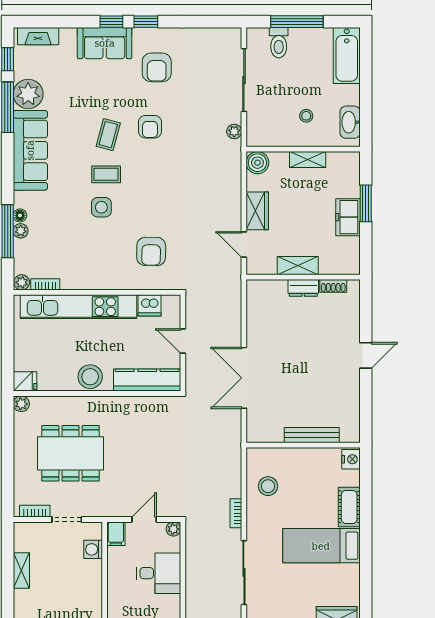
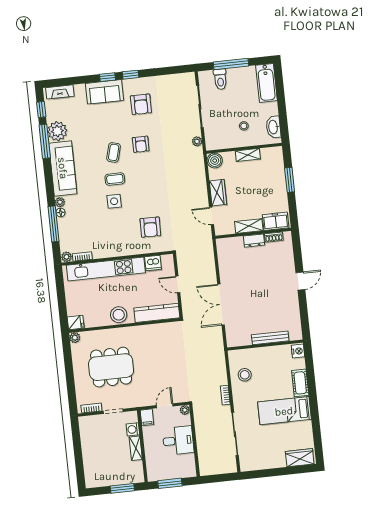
freezer: (348, 217) -> (276, 221), moved, turned 90
plant: (21, 231) -> (60, 202), moved
shelving: (21, 571) -> (136, 448), moved

